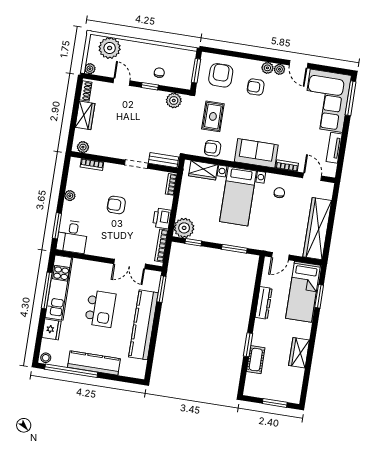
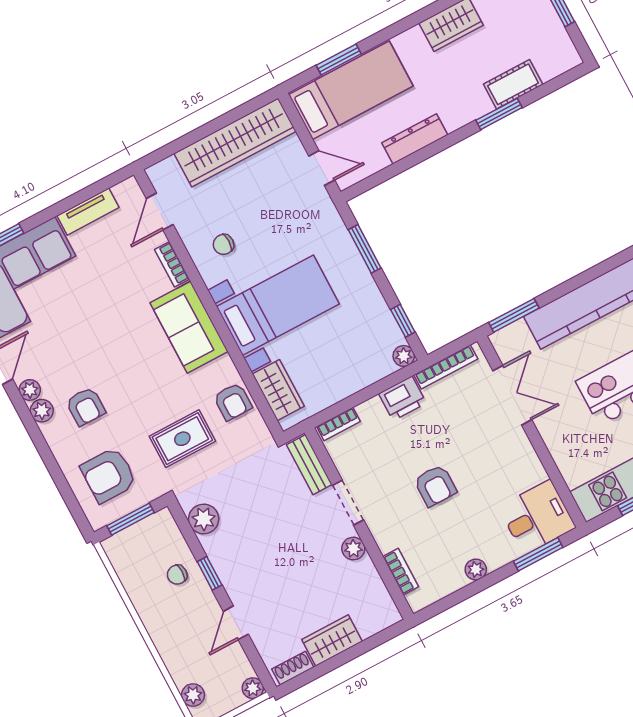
plant: (110, 48) -> (193, 695), width x0.53, depth x0.53
plant: (83, 147) -> (353, 549), moved
plant: (184, 228) -> (404, 356), width x0.53, depth x0.53

